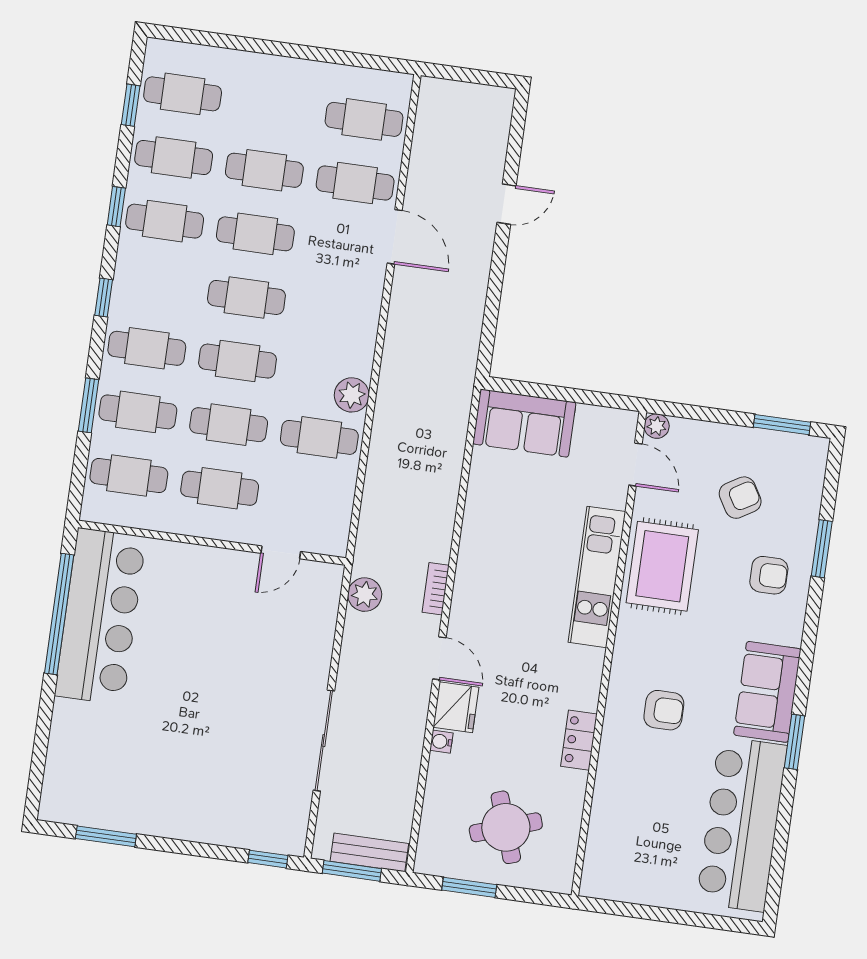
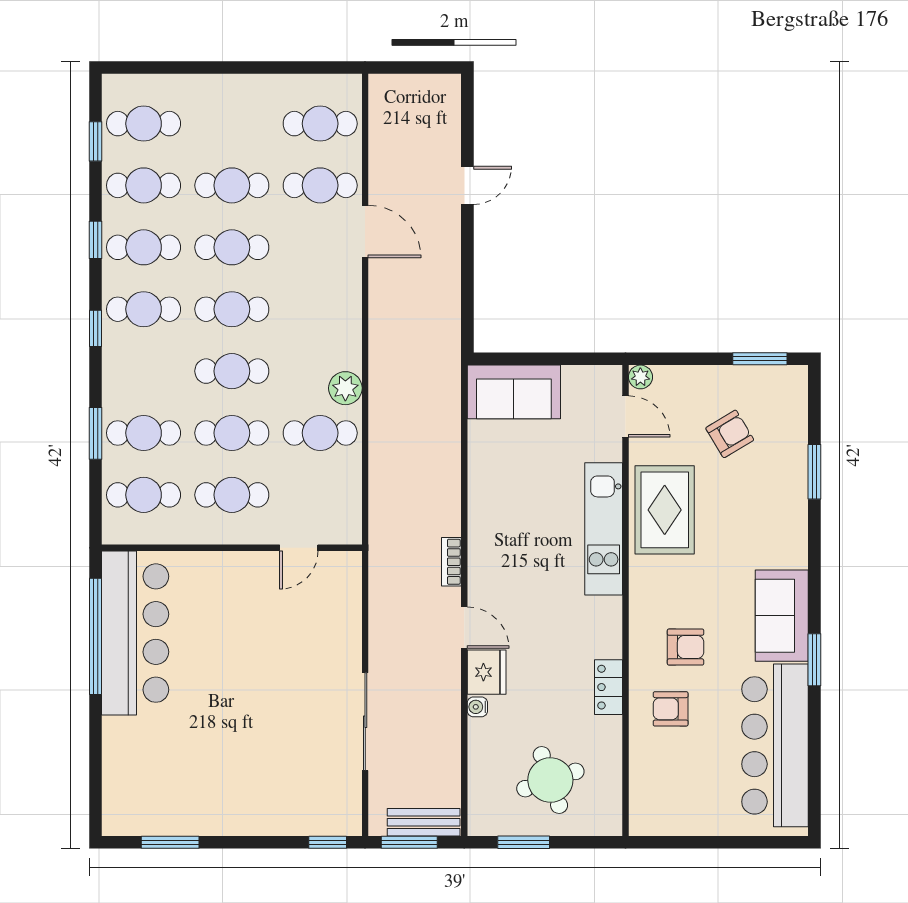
cafe table: (147, 348) -> (144, 309), moved
armchair: (769, 575) -> (671, 709), moved, turned 180
plant: (365, 595) -> (384, 577), removed

